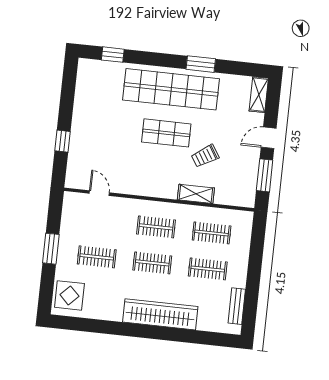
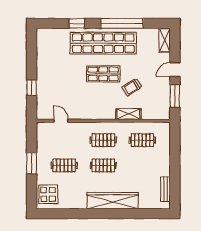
window: (113, 55) -> (77, 23), moved
window: (201, 64) -> (122, 23), width x2.11
clothes rail: (208, 269) -> (142, 165), removed

